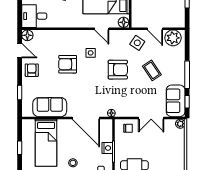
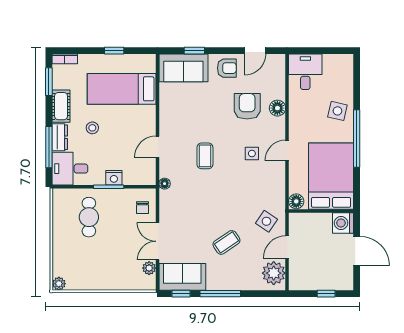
door: (102, 29) -> (287, 150), moved
floor lamp: (27, 35) -> (277, 108), moved
armchair: (68, 64) -> (247, 106), moved
armchair: (118, 70) -> (228, 193), removed
coffee table: (92, 85) -> (205, 156), added
sofa: (50, 107) -> (183, 68), moved, turned 90
door: (86, 118) -> (157, 147), width x0.53
plant: (180, 124) -> (149, 268), moved

